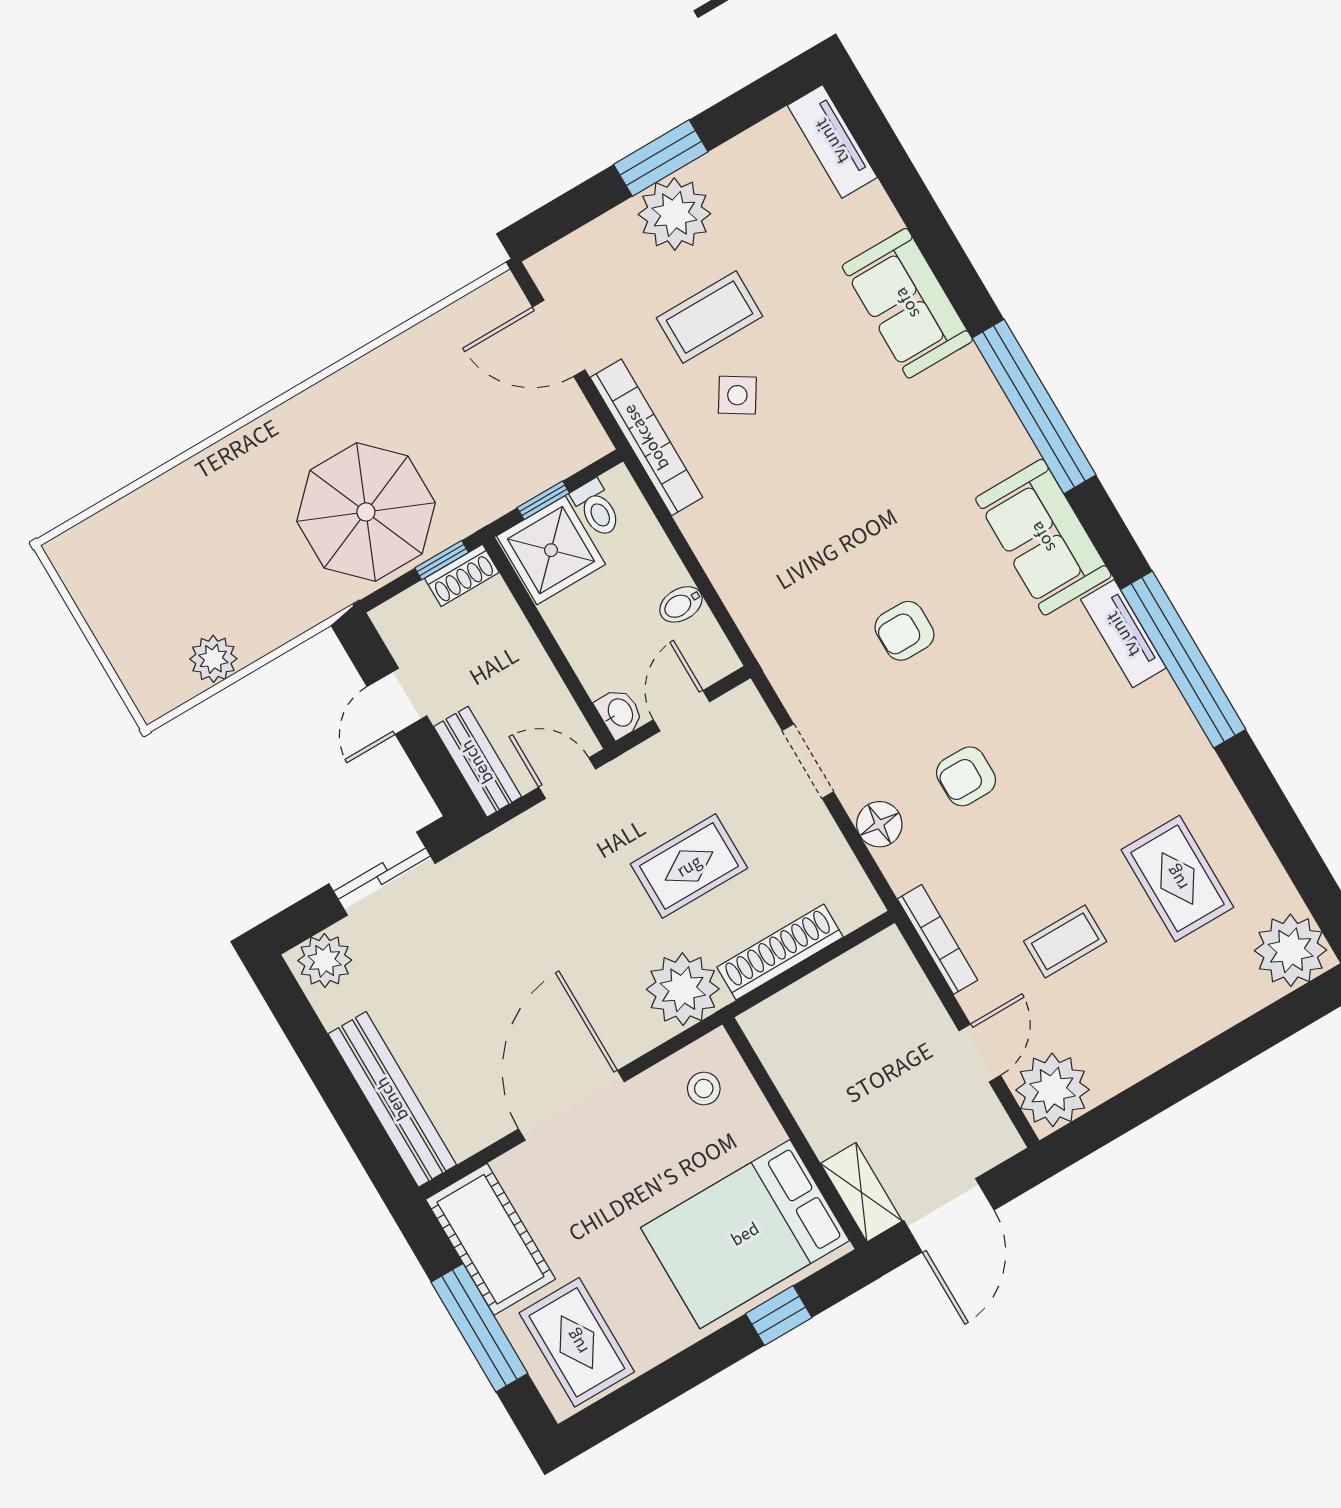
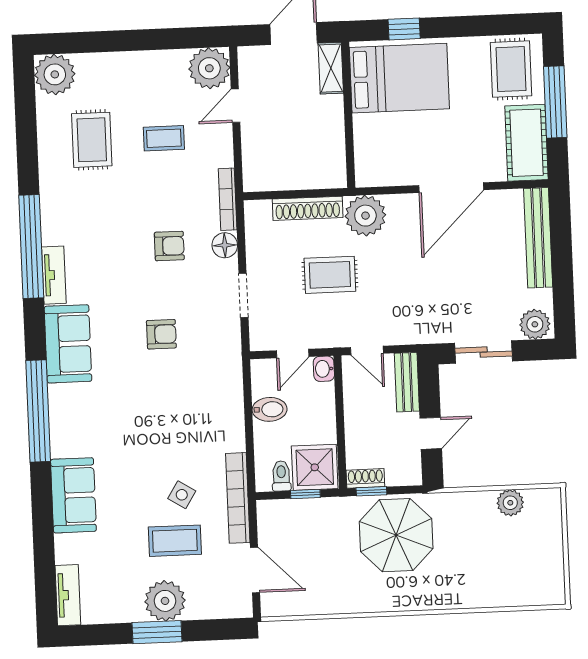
bidet: (681, 604) -> (270, 409), width x1.38, depth x1.36
bookcase: (937, 939) -> (228, 199), moved
stool: (704, 1088) -> (381, 161), removed

